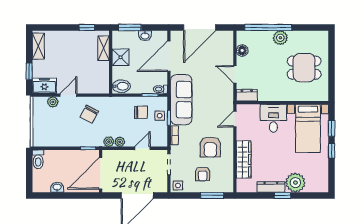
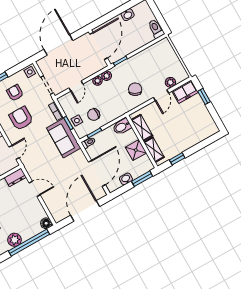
shelving: (38, 46) -> (142, 128), moved
floor lamp: (242, 50) -> (46, 223), moved
sofa: (181, 100) -> (64, 138), width x0.73

